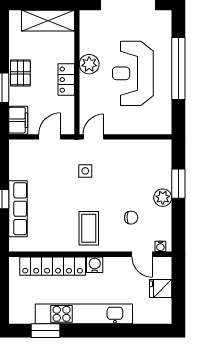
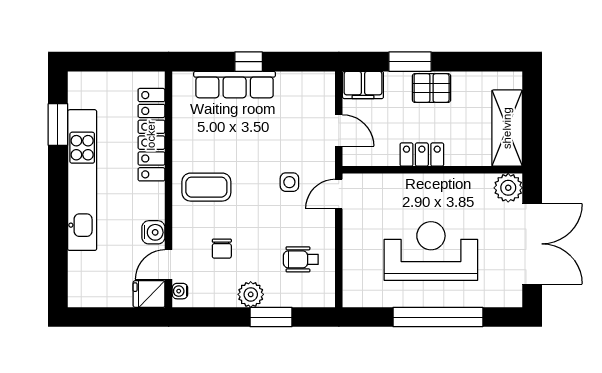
plant: (89, 64) -> (508, 188), moved
door: (93, 137) -> (339, 194), swing flipped
wheelchair: (139, 163) -> (301, 259), added
water cooler: (95, 265) -> (153, 232), moved
fridge: (161, 288) -> (149, 294), moved, turned -90

